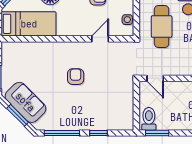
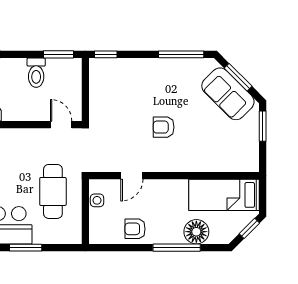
armchair: (76, 77) -> (164, 127), turned 90
toilet: (149, 119) -> (36, 73), moved
window: (98, 133) -> (106, 54), moved

